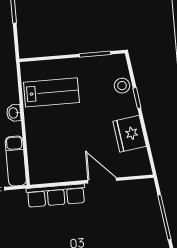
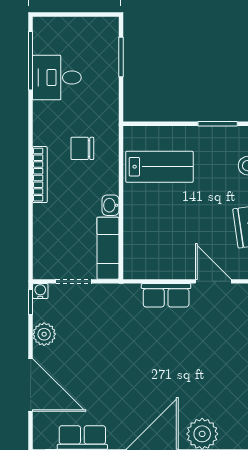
washbasin: (14, 113) -> (110, 205), moved
row of seats: (56, 195) -> (166, 295), width x0.68

